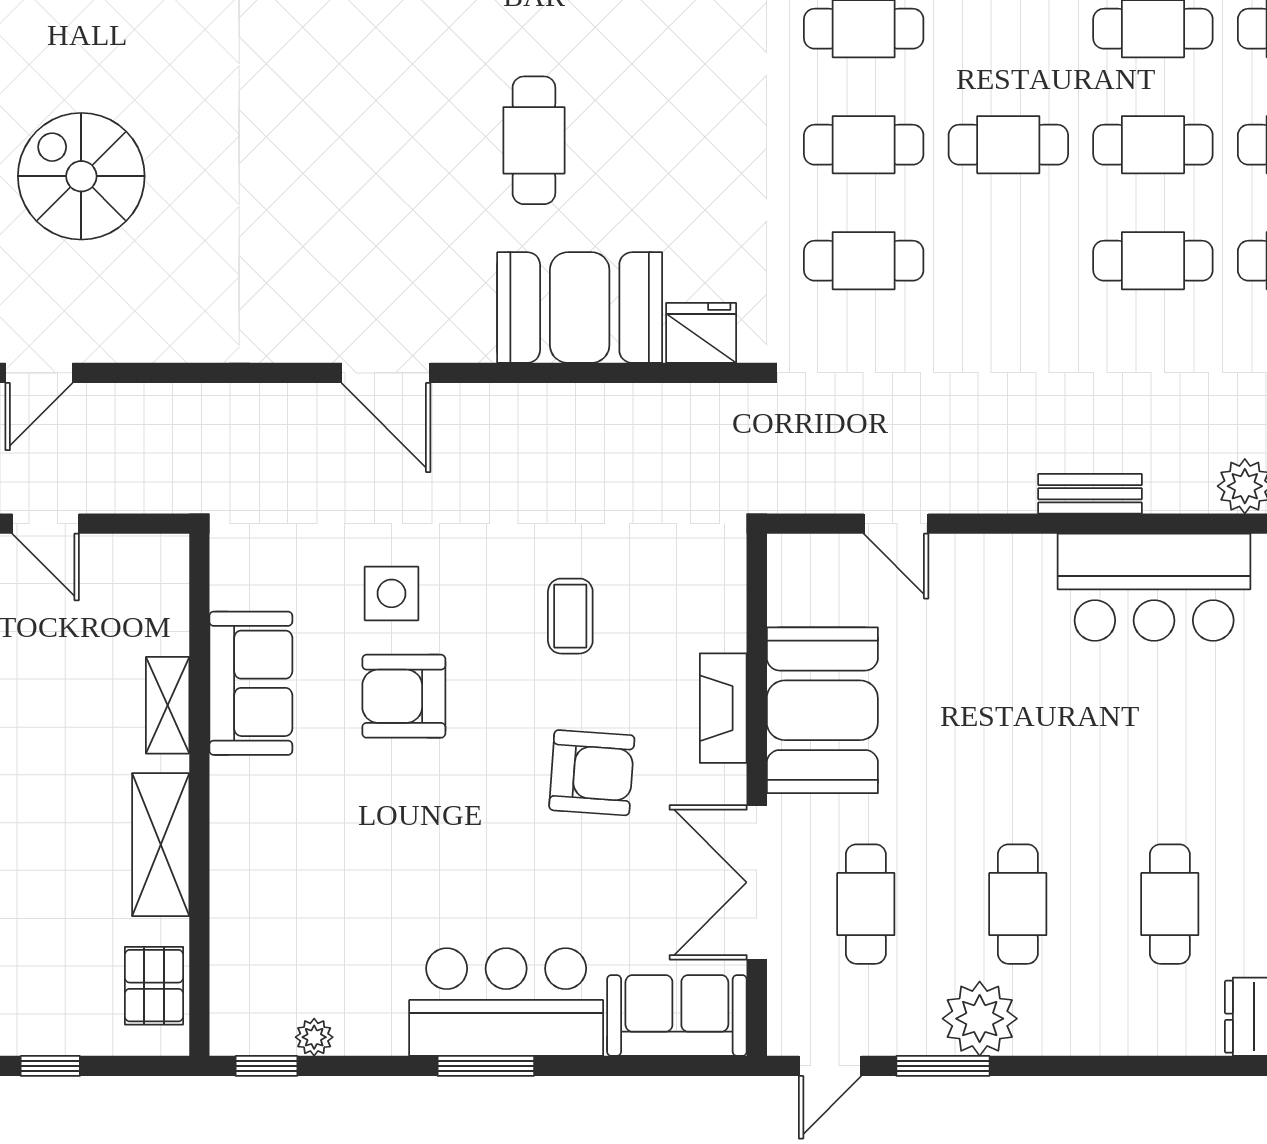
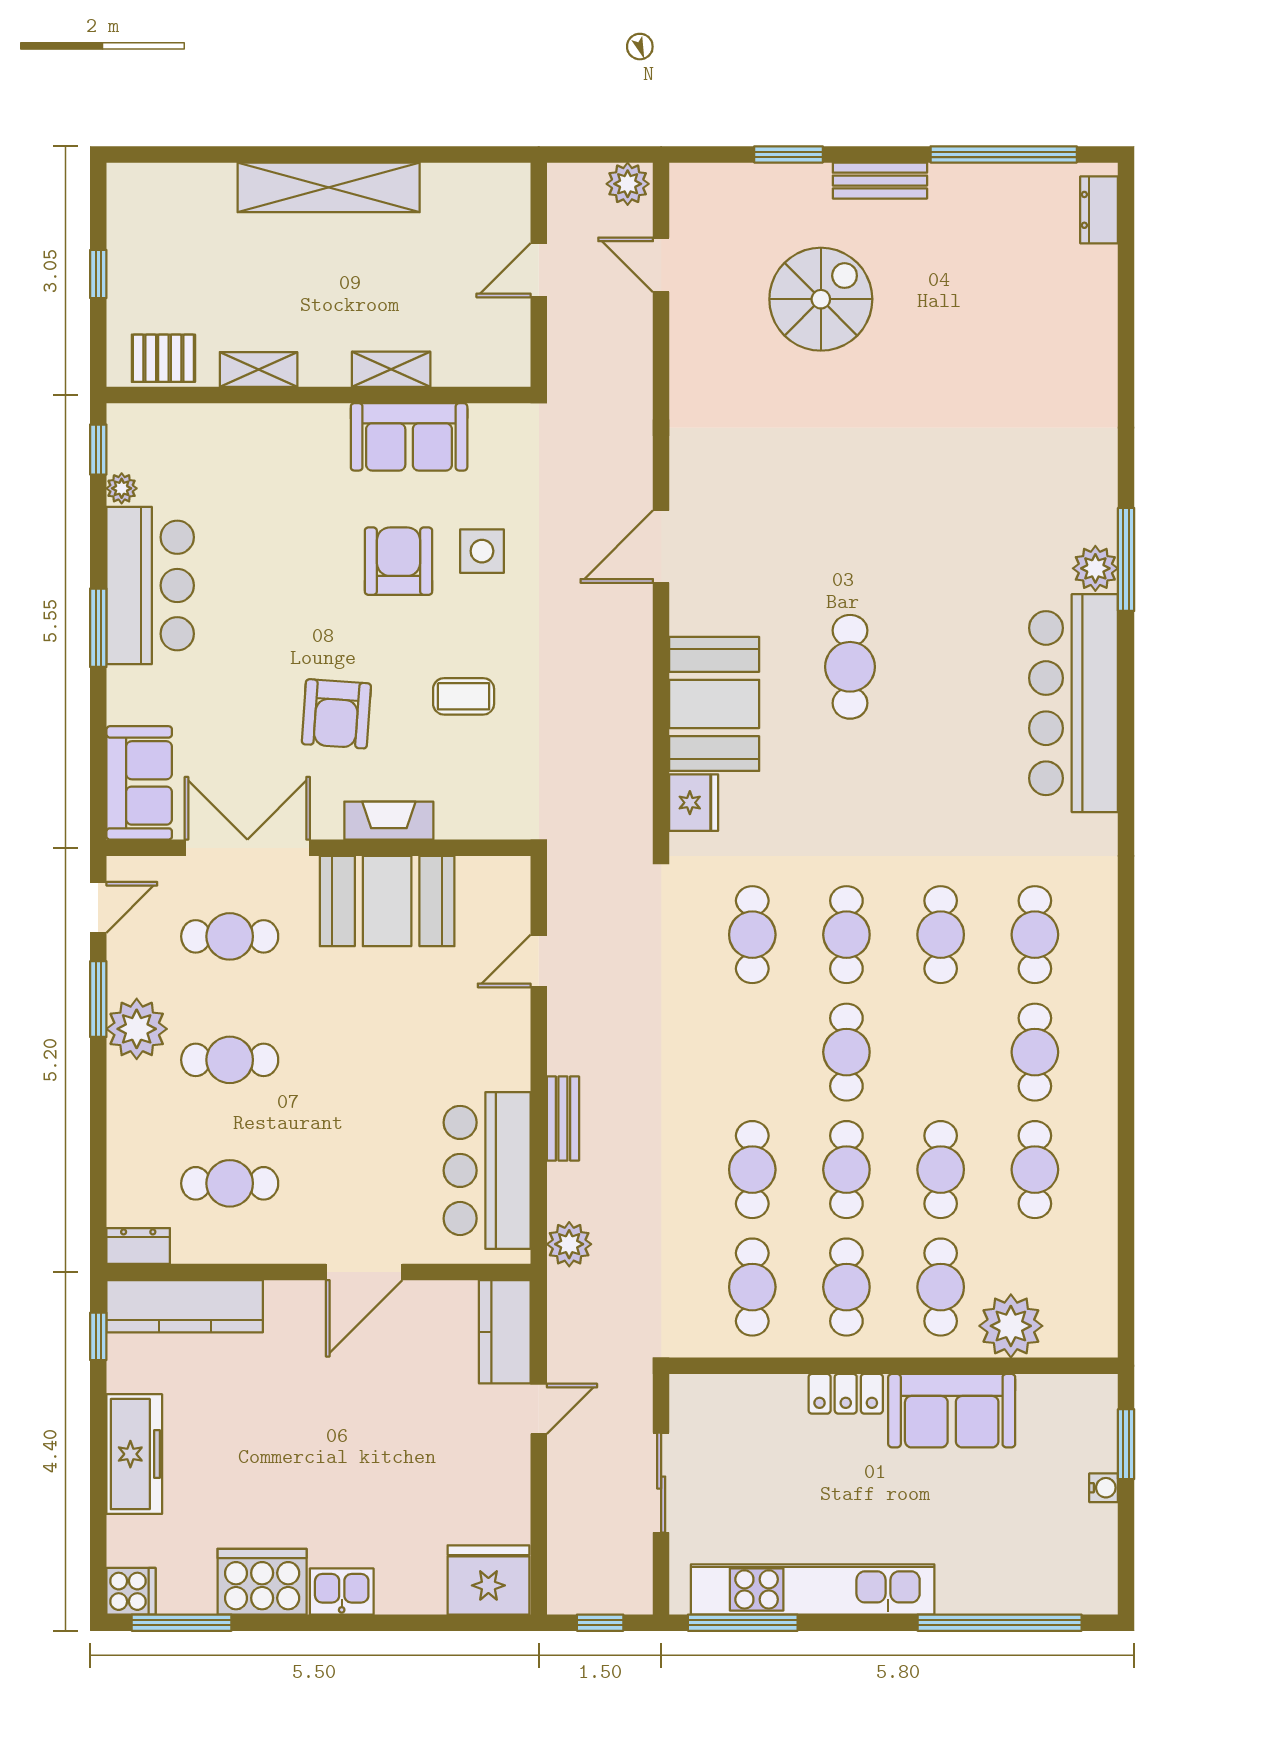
cafe table: (534, 140) -> (850, 667), turned 90
shelving: (161, 845) -> (259, 369), width x0.67, depth x0.75
bar counter: (506, 1002) -> (150, 585), moved
door: (830, 1066) -> (98, 907), swing flipped

